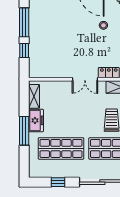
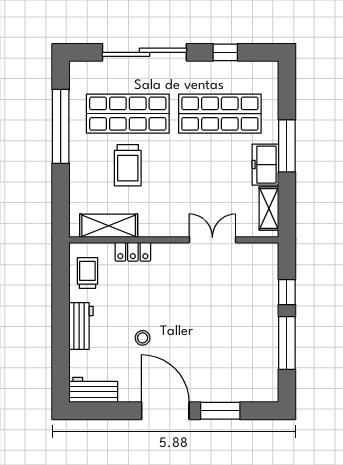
double door: (85, 79) -> (212, 240), moved

